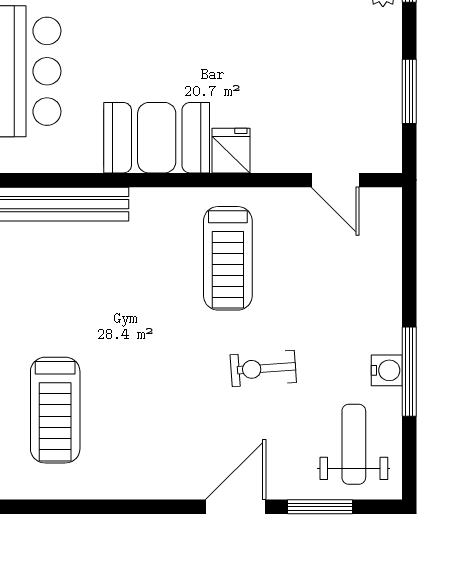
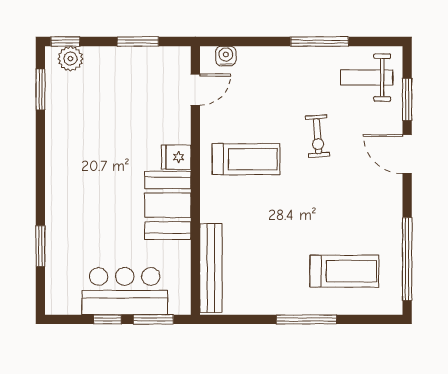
water cooler: (387, 370) -> (226, 56), moved
window: (74, 507) -> (407, 259), added

